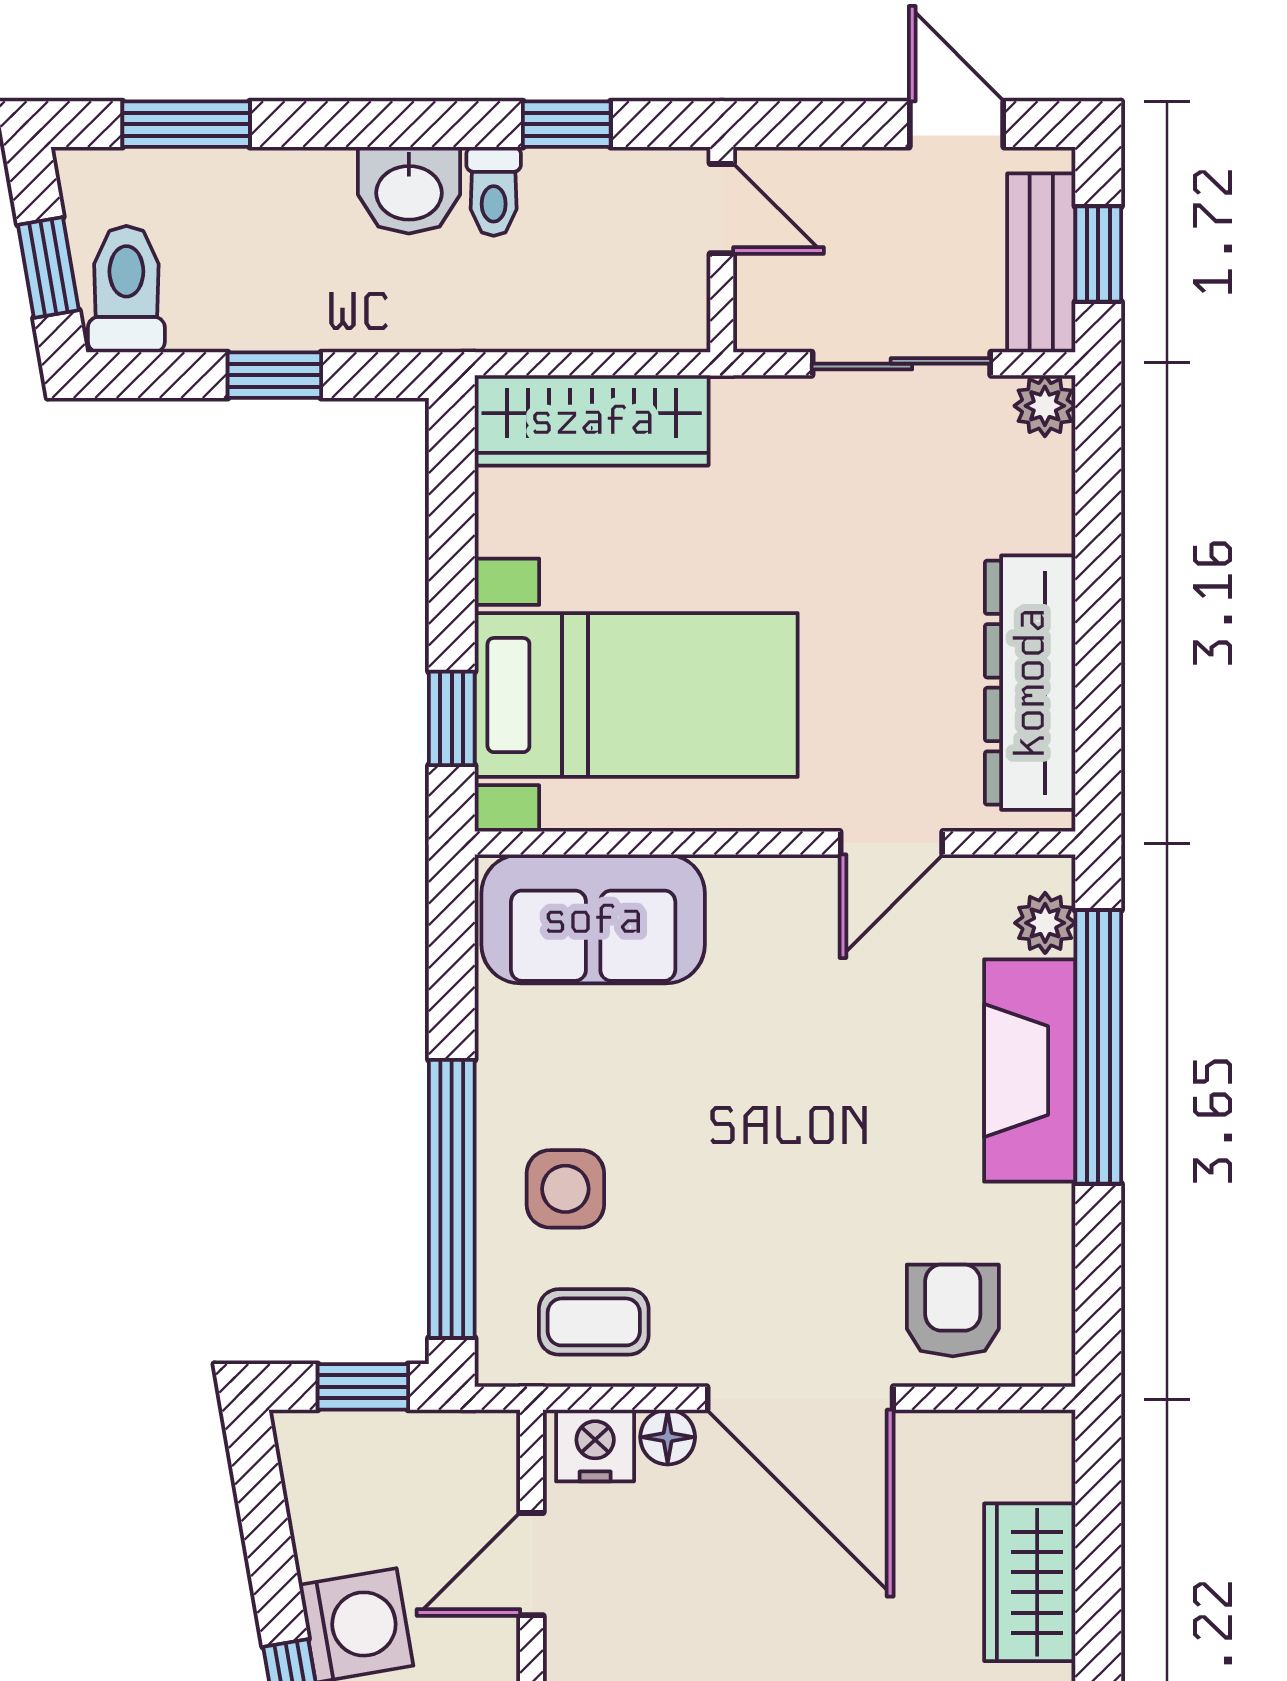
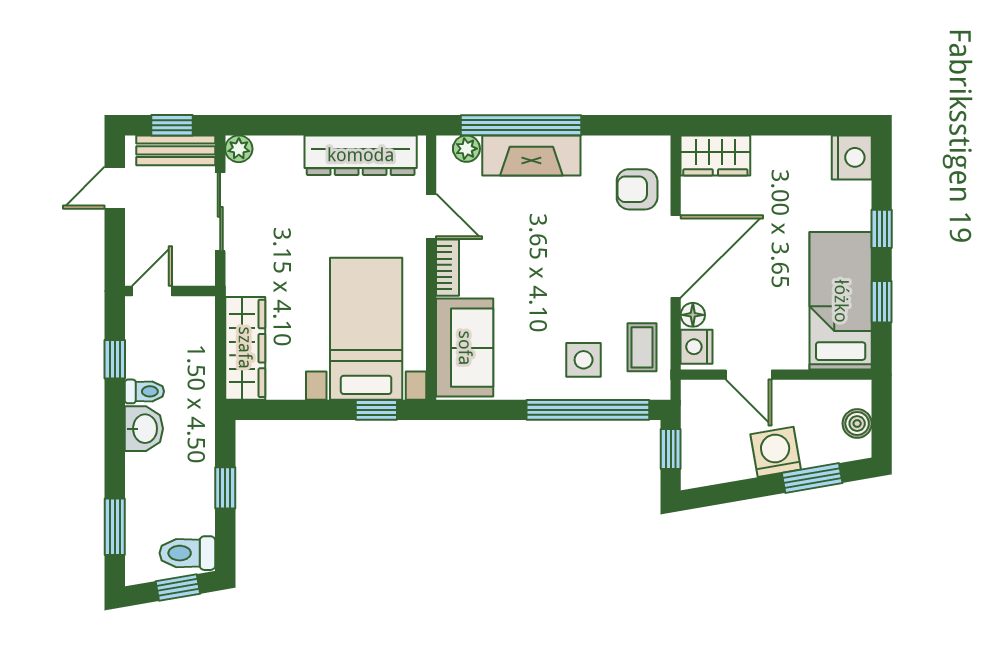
bookcase: (775, 880) -> (448, 268), added
wardrobe: (1030, 1582) -> (715, 155), moved

